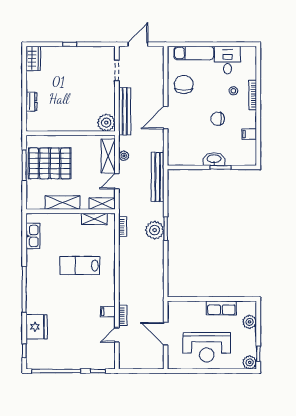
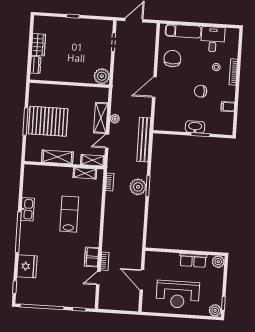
wardrobe: (33, 58) -> (38, 45), moved
bench: (125, 111) -> (118, 79), removed
plant: (106, 123) -> (102, 76), moved
wall: (71, 133) -> (69, 84), moved
kitchen sink: (33, 236) -> (27, 209), moved
lab bench: (80, 265) -> (69, 214), turned 90
filing cabinet: (108, 312) -> (91, 257), width x2.00
plant: (250, 322) -> (218, 262), moved

